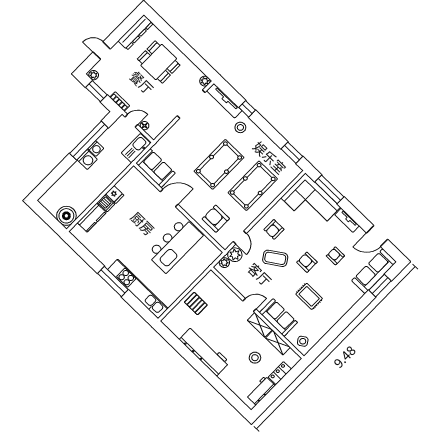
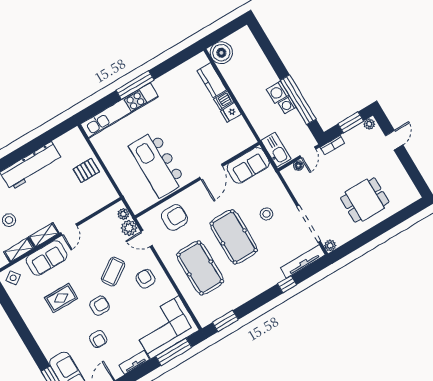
dresser: (136, 32) -> (404, 183), removed
stool: (240, 127) -> (266, 214), moved
armchair: (335, 256) -> (98, 339), turned 91

